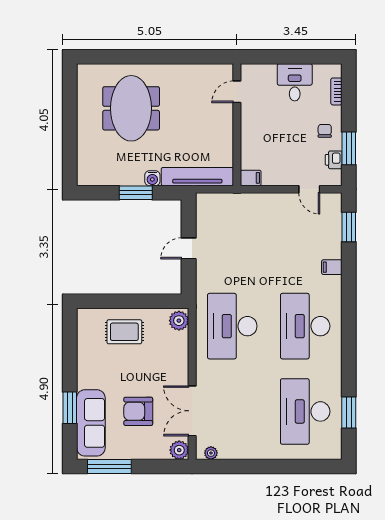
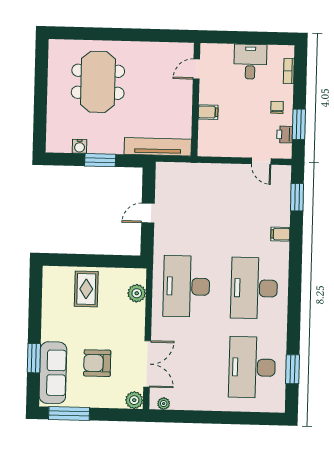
water cooler: (152, 178) -> (80, 146), moved
filing cabinet: (251, 178) -> (208, 112), moved
plant: (179, 321) -> (137, 293), moved
rug: (124, 332) -> (86, 289), turned 90
double door: (192, 411) -> (147, 364), swing flipped

